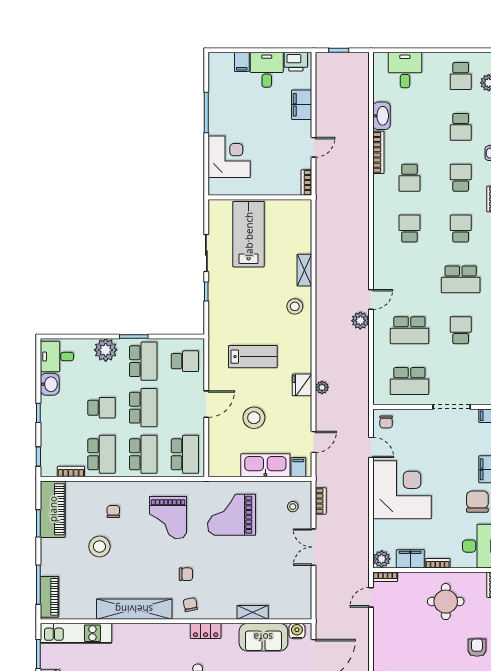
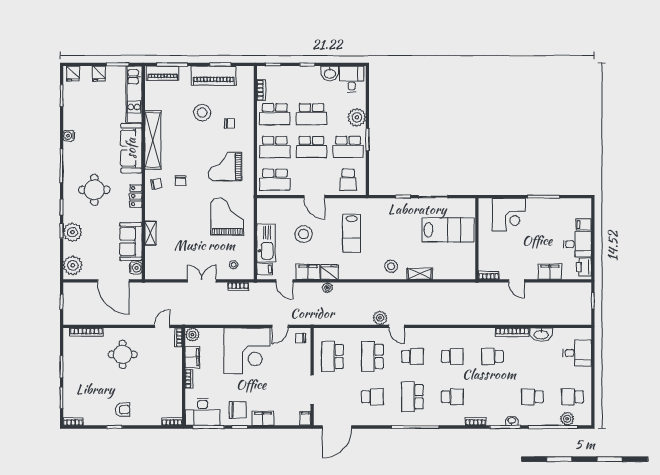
school desk: (461, 178) -> (412, 356), moved
school desk: (102, 408) -> (311, 114), width x1.85
filing cabinet: (302, 412) -> (308, 272), added
piano: (53, 509) -> (214, 76), moved
door: (371, 597) -> (162, 326), hinge flipped
round table: (446, 602) -> (123, 354), moved
sofa: (145, 637) -> (131, 148), added

